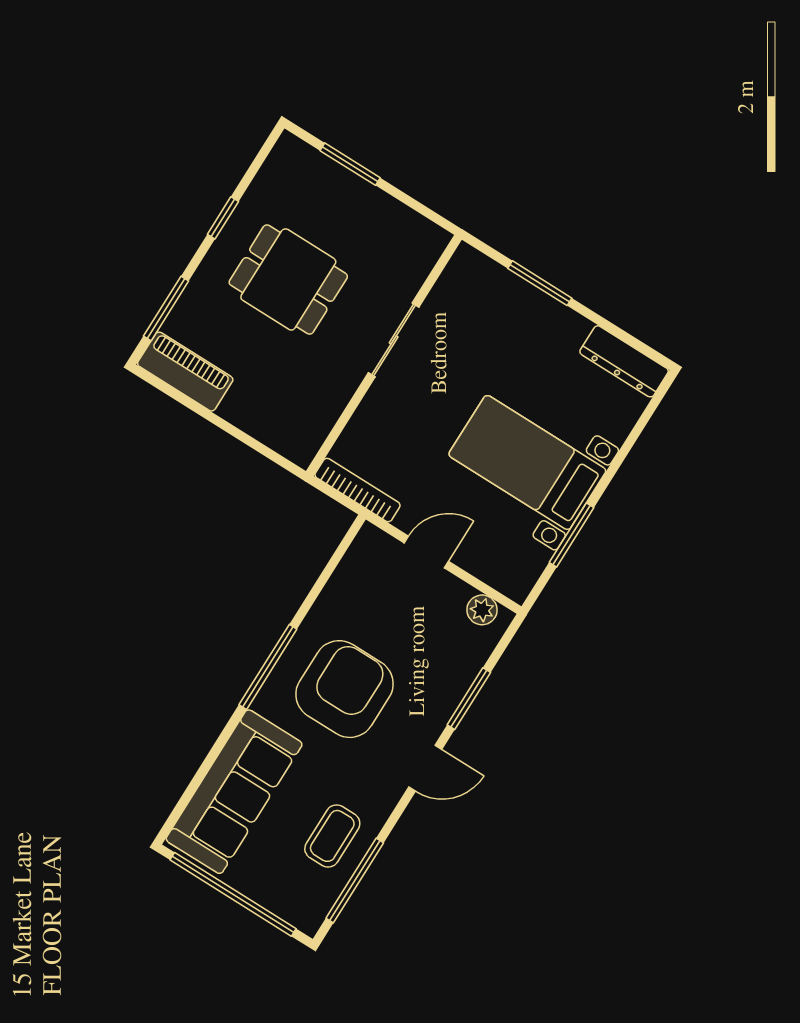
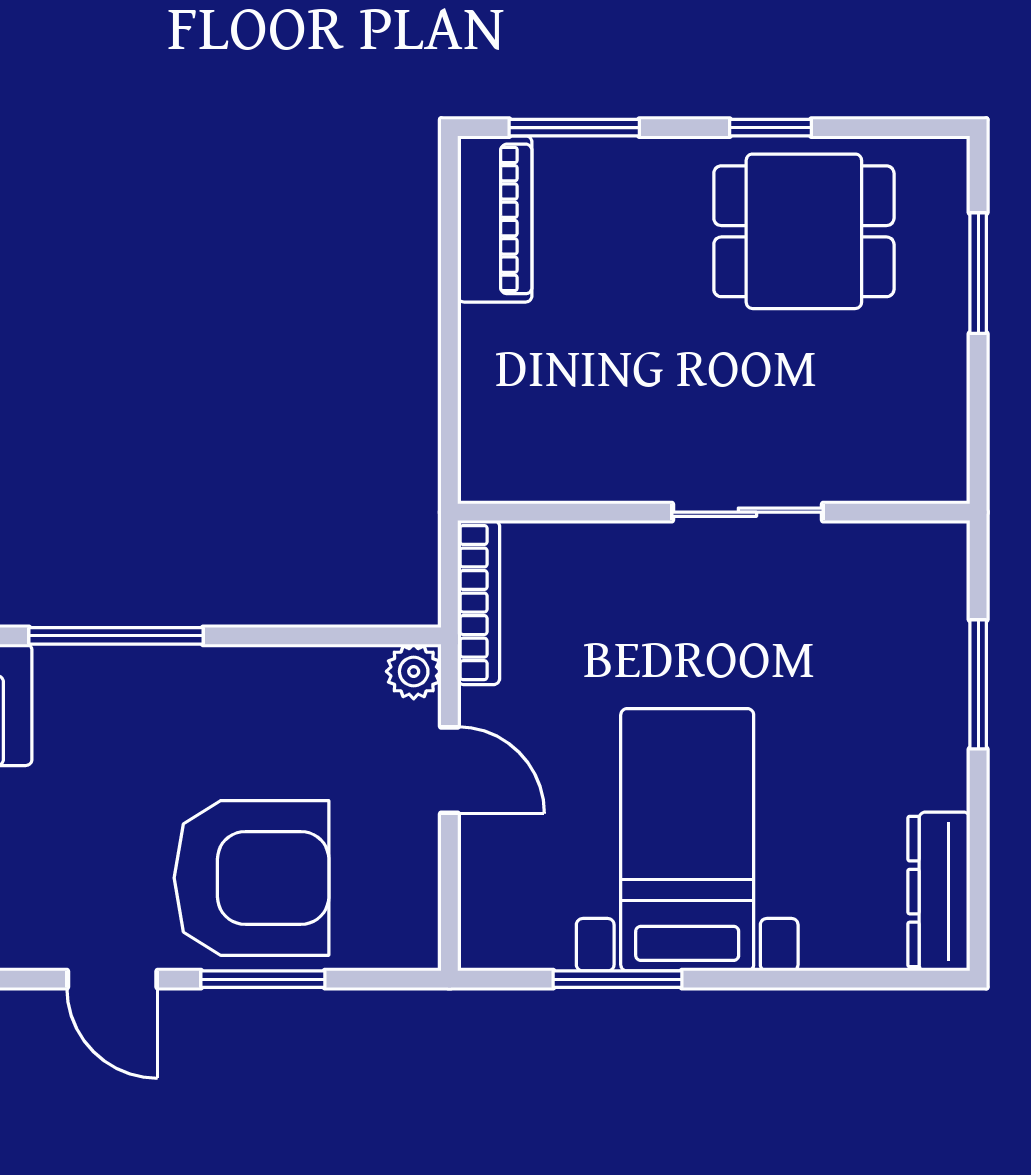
dining table: (288, 279) -> (804, 231), moved, turned 90
plant: (482, 610) -> (414, 671), moved
armchair: (345, 689) -> (251, 878), moved

